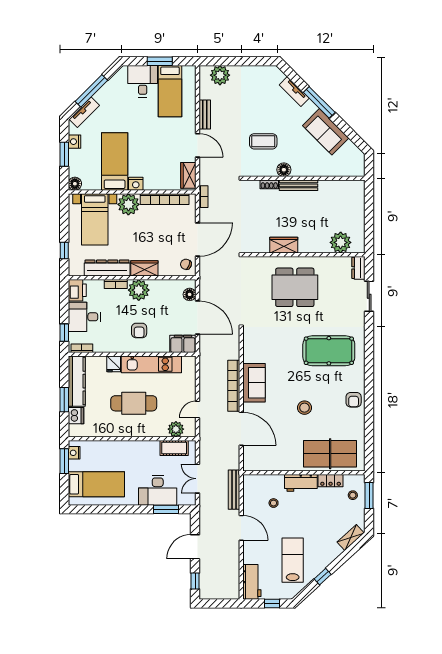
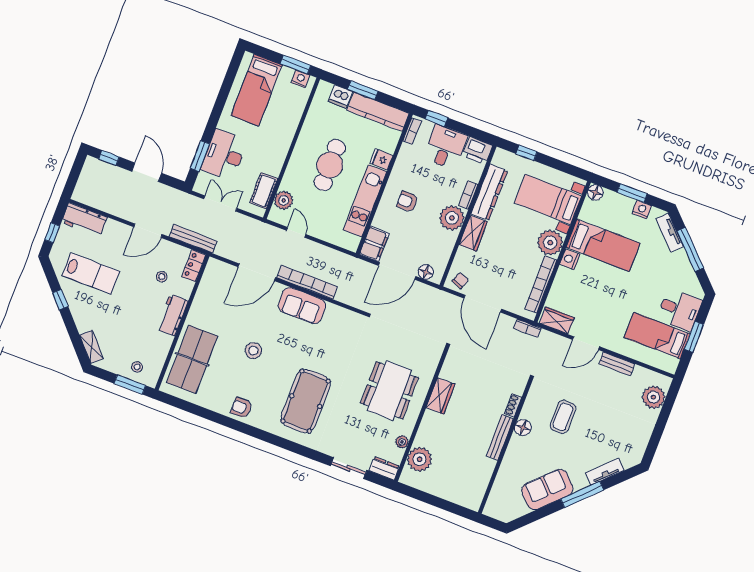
plant: (332, 262) -> (402, 442), added
locker: (331, 481) -> (194, 266), moved

